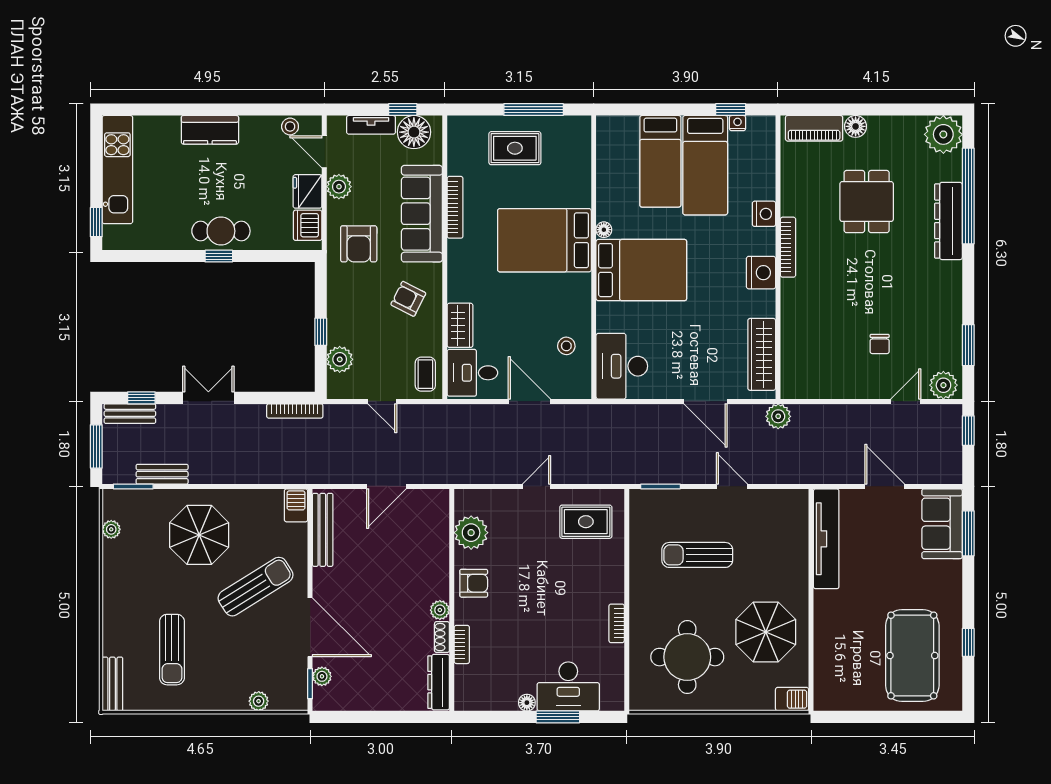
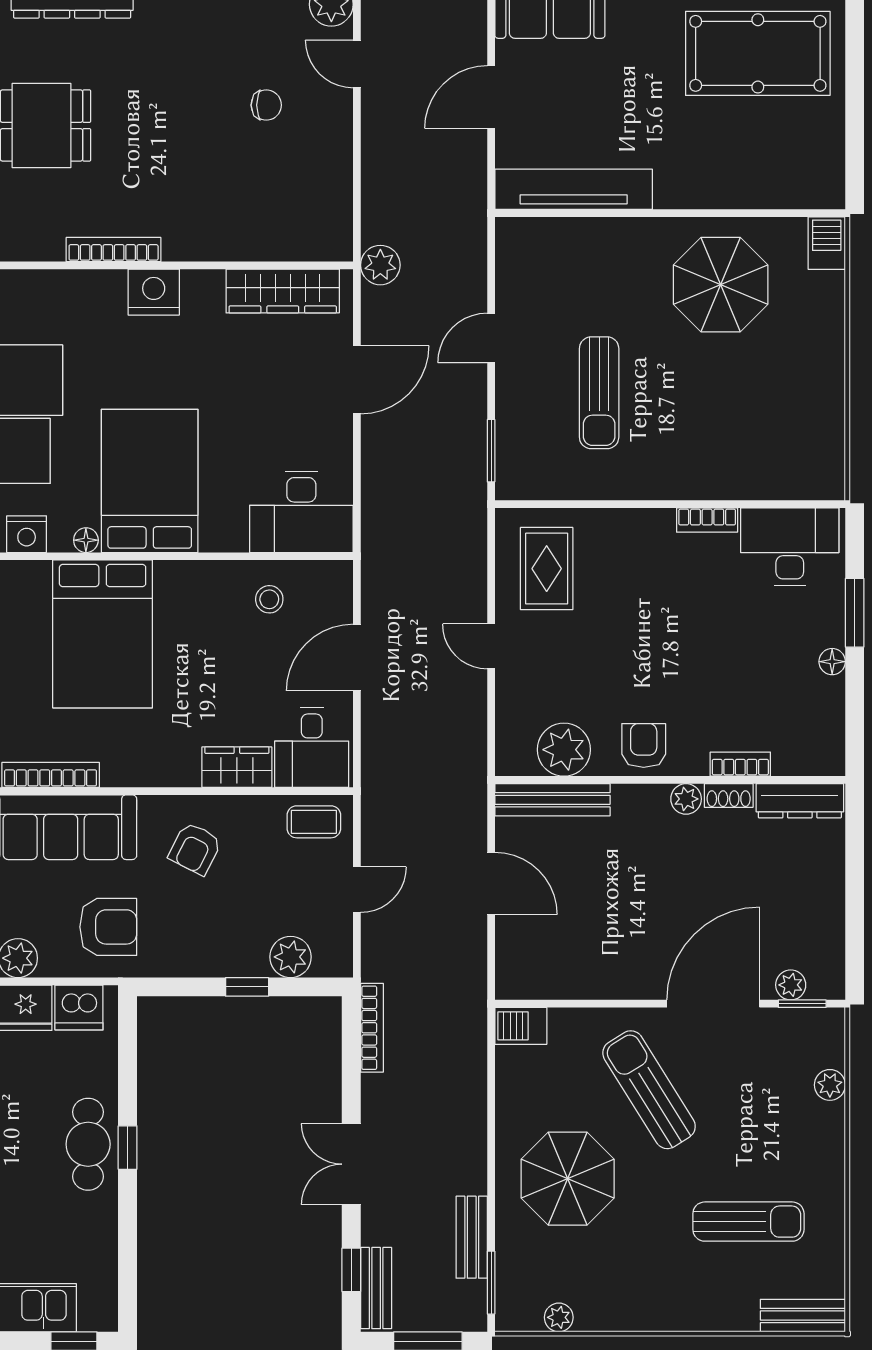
nightstand: (764, 214) -> (27, 534), moved, turned 180
bench: (323, 530) -> (552, 800), moved
round table: (687, 657) -> (760, 409), removed
desk: (568, 686) -> (790, 546), moved, turned -90

